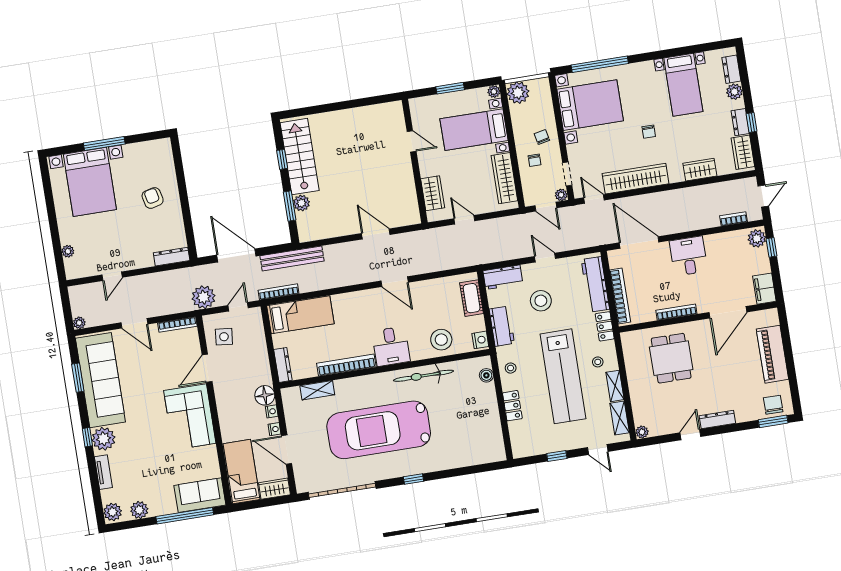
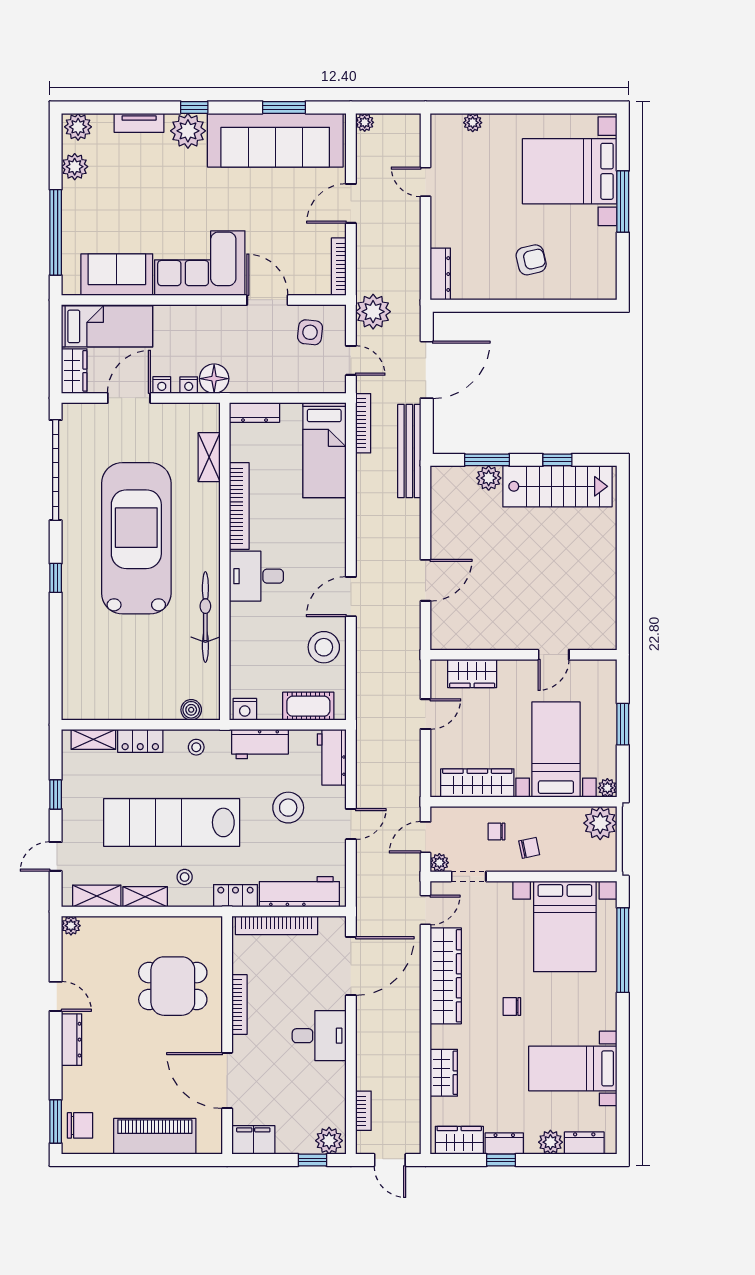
stool: (441, 340) -> (324, 647), moved
shelving: (516, 437) -> (93, 739), added
sofa: (200, 495) -> (117, 275), moved, turned -90

